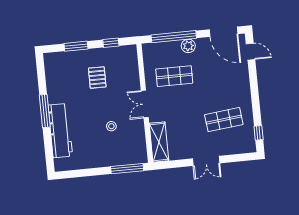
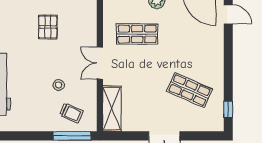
shop shelf: (224, 120) -> (190, 90), turned 30
trolley: (125, 149) -> (71, 113), added

